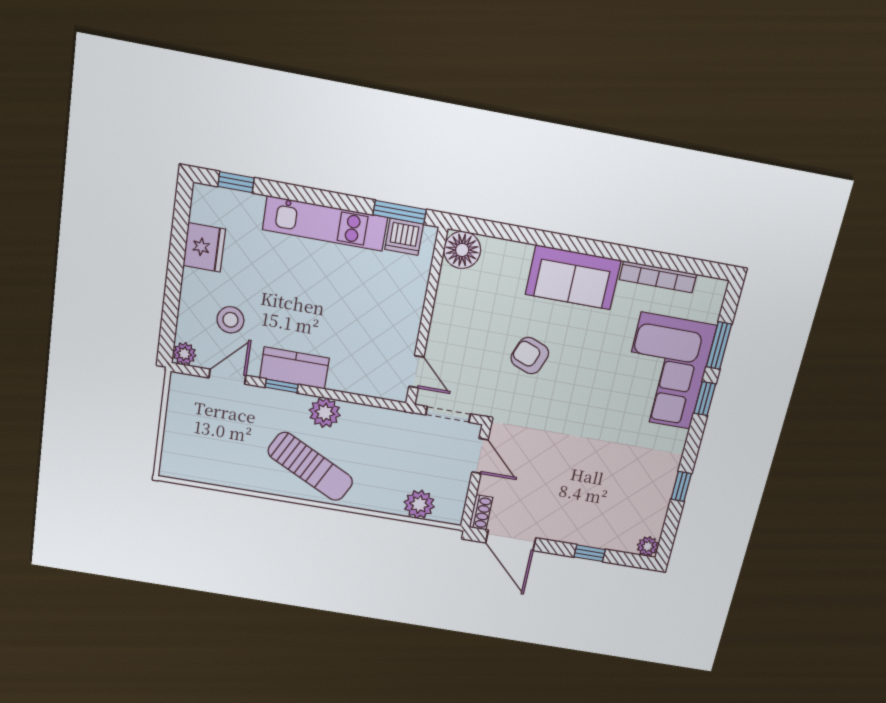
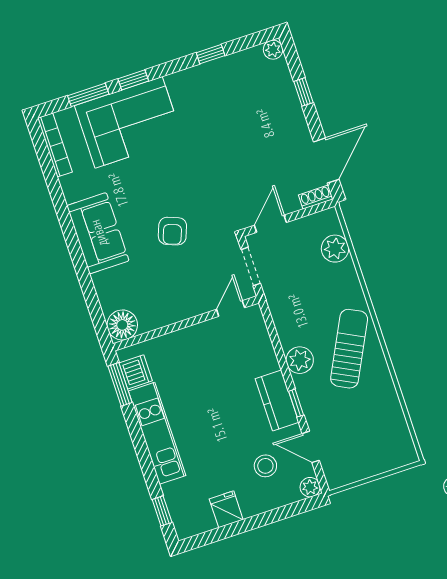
fridge: (204, 247) -> (226, 509), width x0.72
bookcase: (658, 277) -> (55, 145), moved

